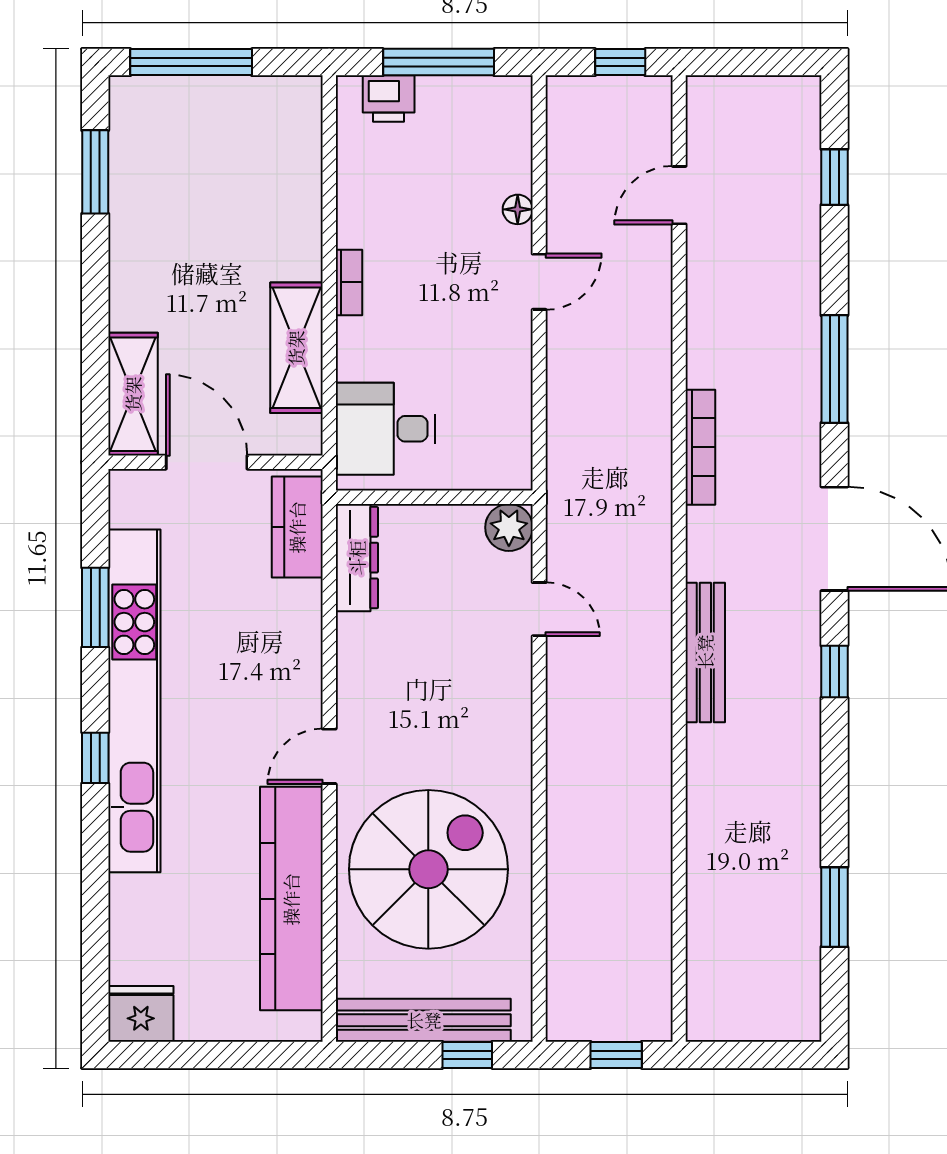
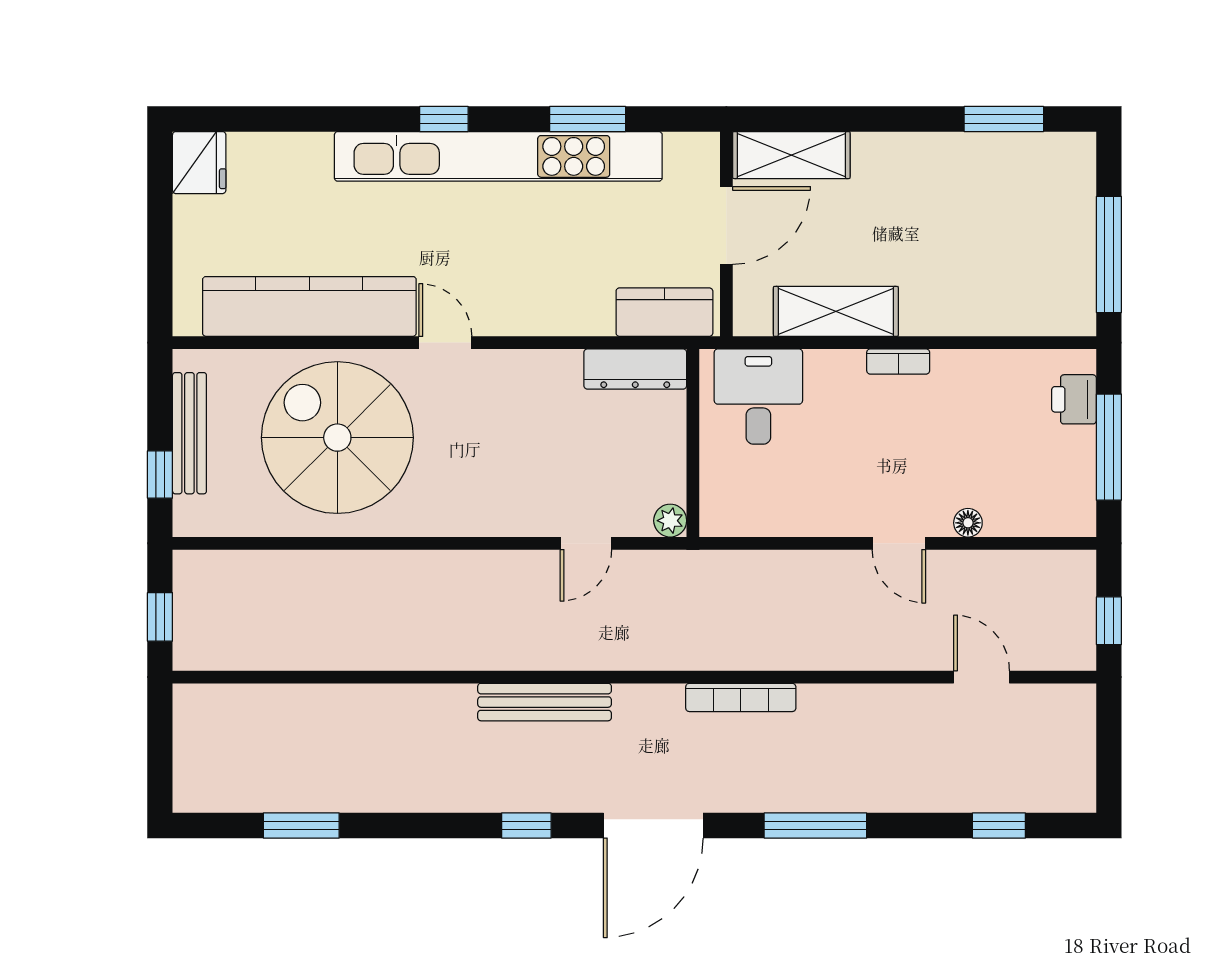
window: (191, 62) -> (1109, 255), moved
plant: (509, 527) -> (670, 521), width x0.73, depth x0.73
spiral stairs: (428, 869) -> (337, 438), turned 180
bench: (424, 1020) -> (189, 433), width x0.73, depth x0.82

